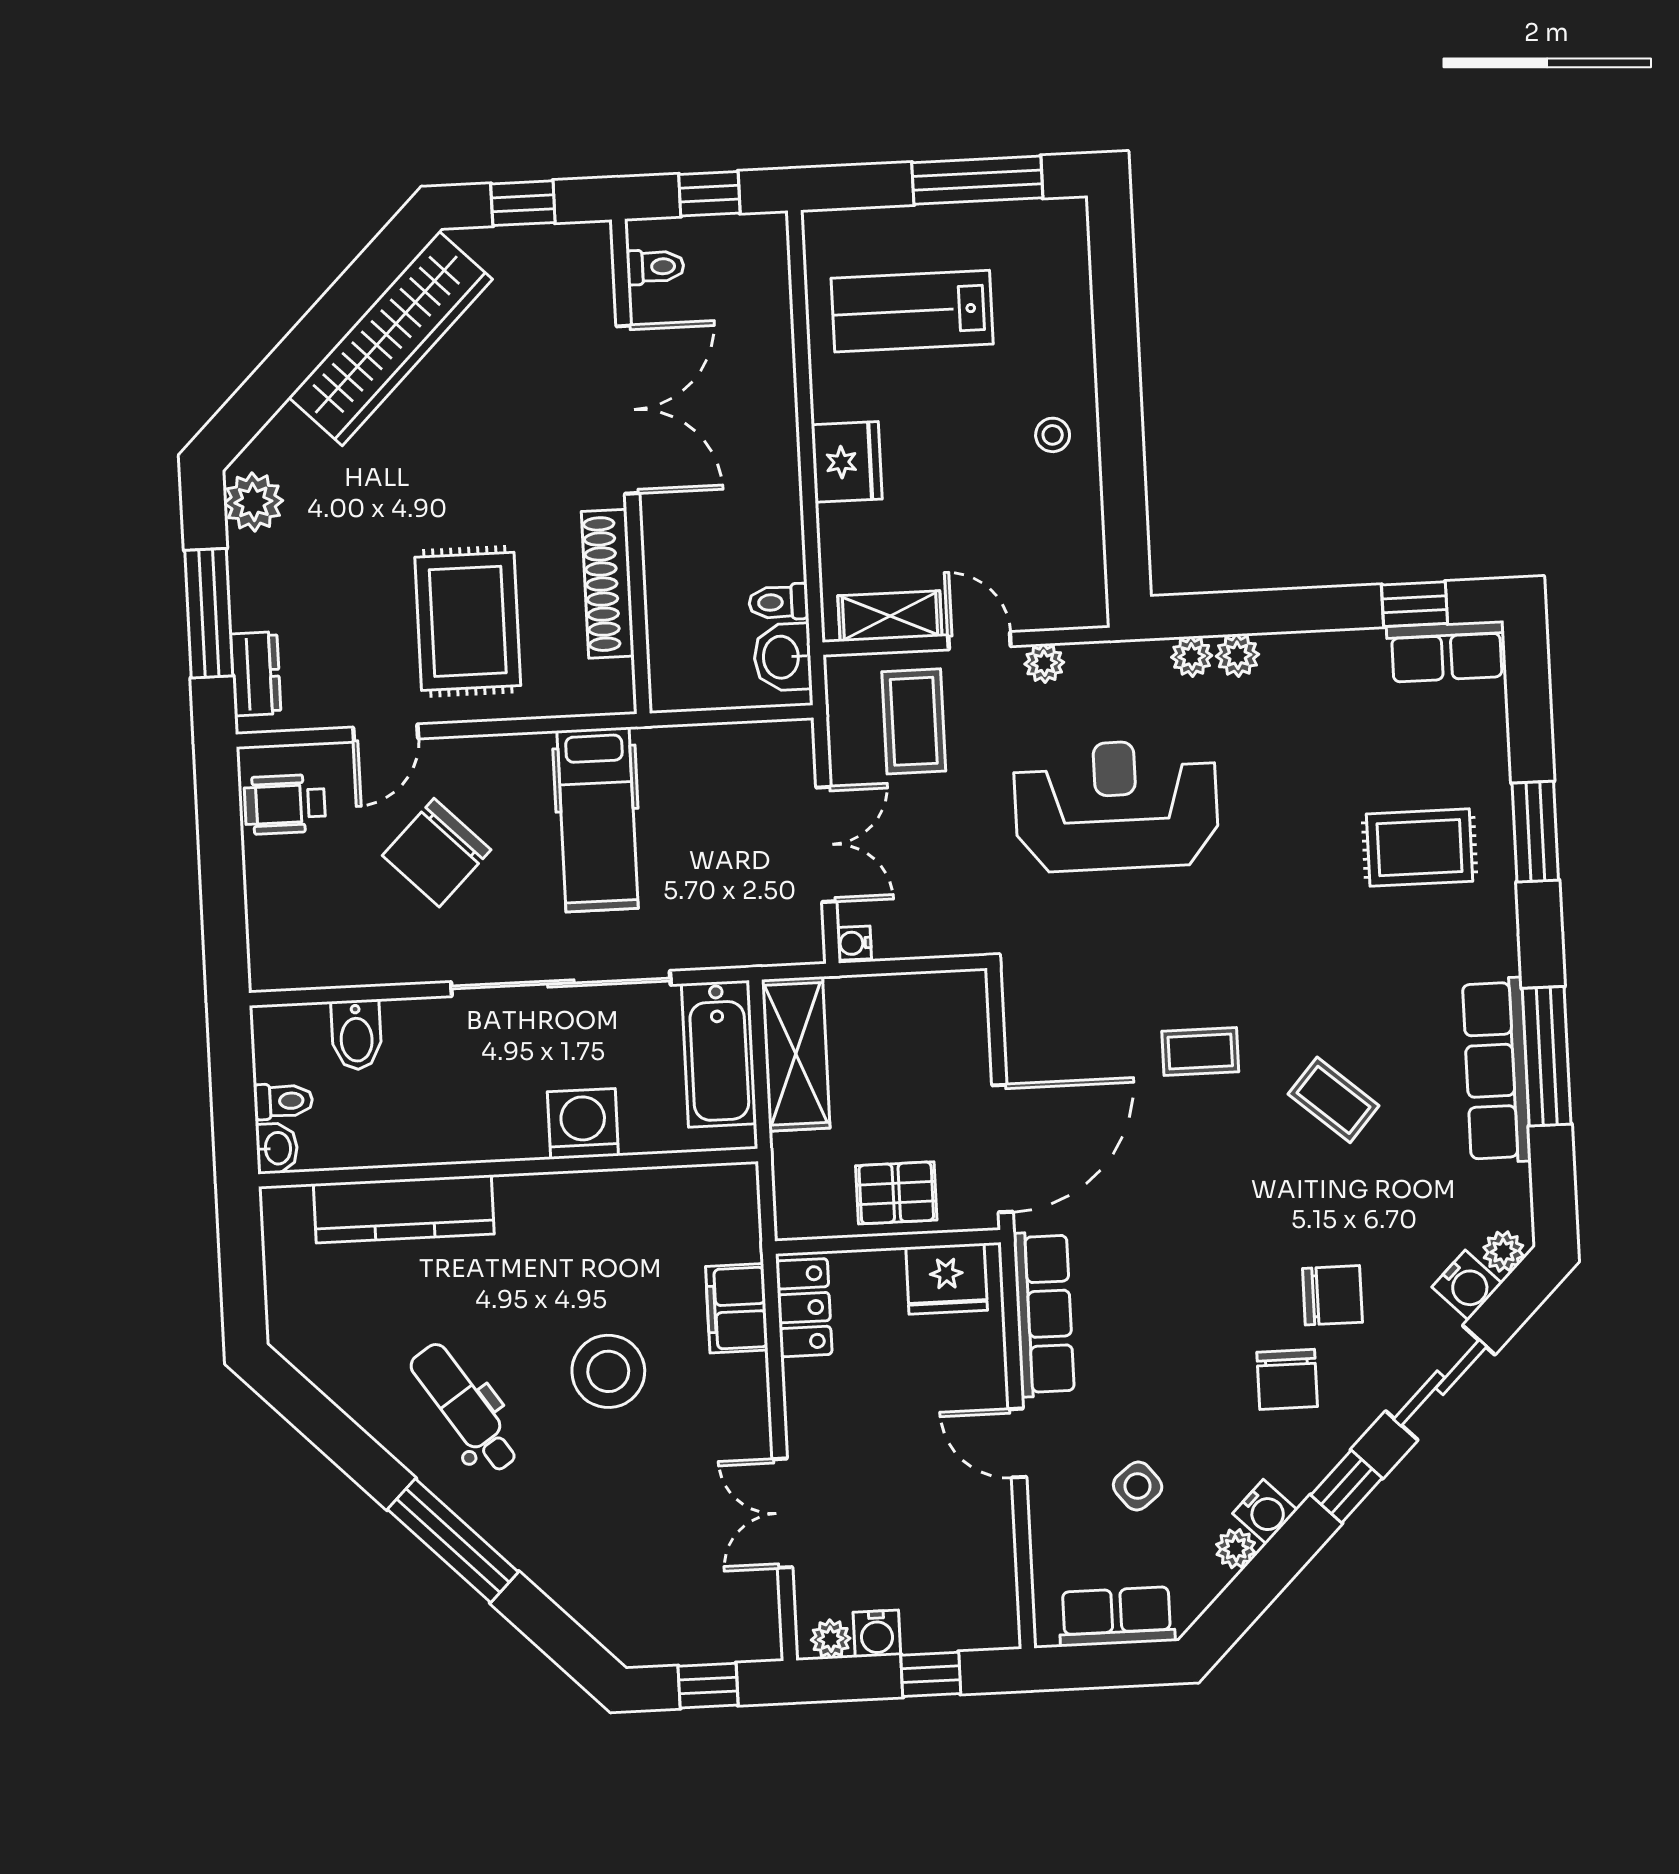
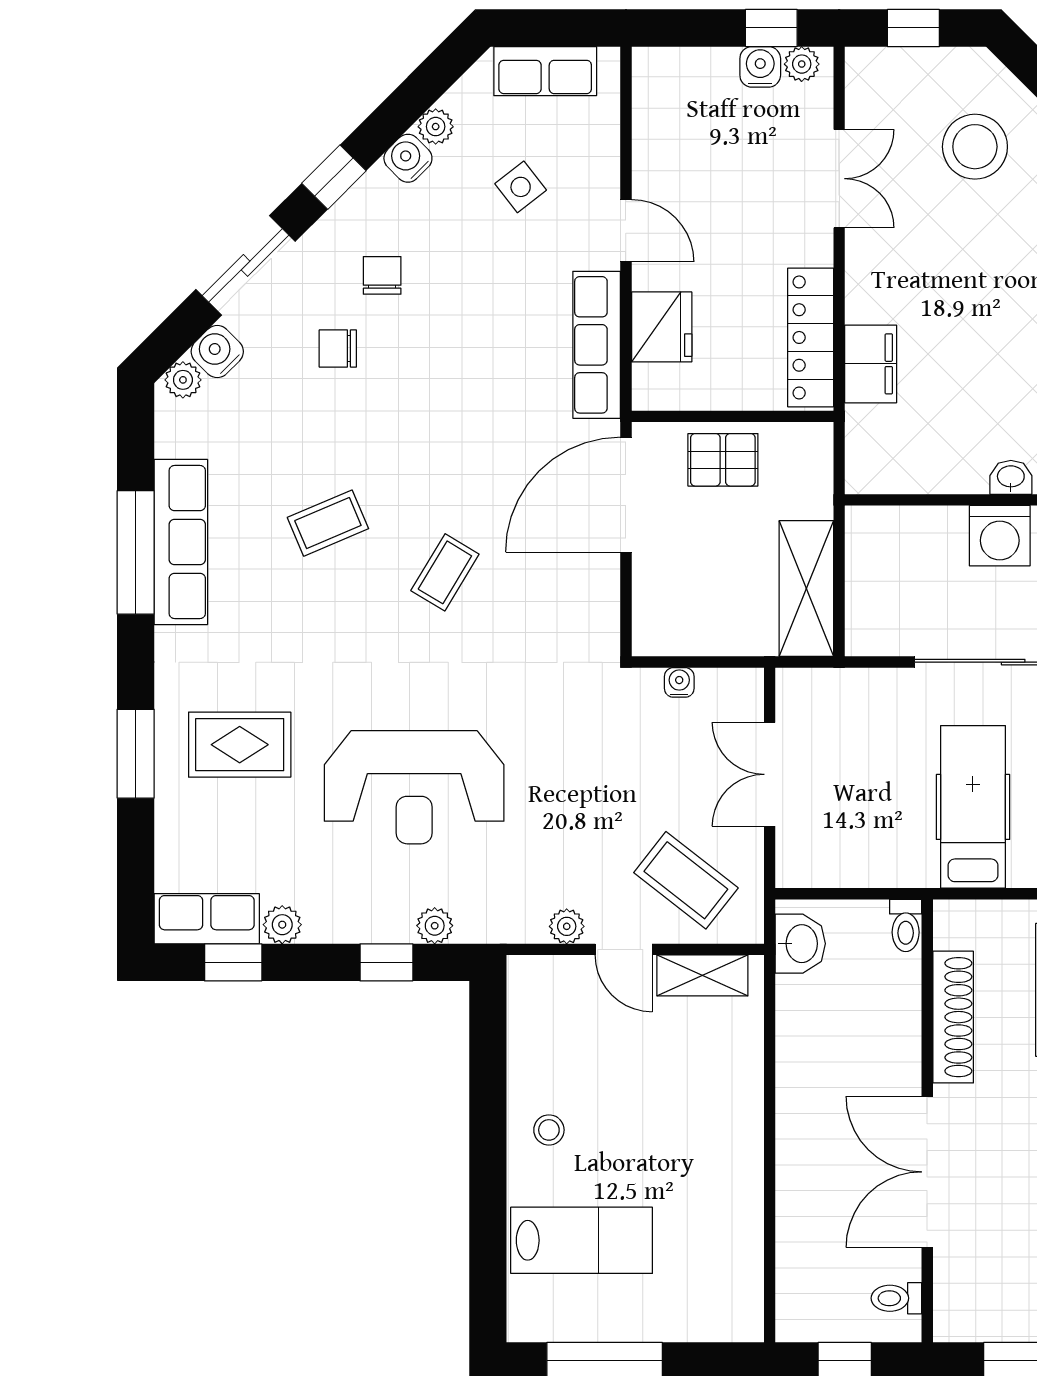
lab bench: (912, 311) -> (582, 1240), moved
fridge: (847, 462) -> (734, 1115), removed
toilet: (779, 602) -> (906, 925), moved, turned 90
window: (1243, 613) -> (386, 962), added
plant: (1237, 655) -> (282, 925), moved
coffee table: (914, 721) -> (686, 880), turned -52
reception desk: (1116, 805) -> (414, 787), moved
water cooler: (854, 943) -> (679, 682), moved, turned -90
coffee table: (1200, 1051) -> (445, 572), turned -59
bathtub: (719, 1054) -> (875, 592), removed
coffee table: (1334, 1100) -> (328, 523), turned -64
washbasin: (574, 1190) -> (1011, 477), added
fridge: (947, 1279) -> (662, 327), moved, turned 90
chair: (1332, 1295) -> (338, 349), width x0.73, depth x0.73
locker: (804, 1308) -> (811, 337), width x1.53
stool: (608, 1371) -> (975, 147), moved
chair: (1287, 1379) -> (382, 275), width x0.73, depth x0.73
window: (931, 1674) -> (771, 28), moved

